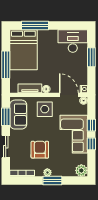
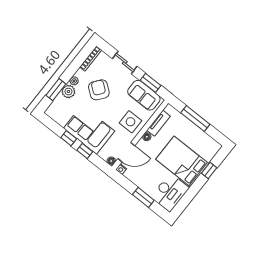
window: (35, 25) -> (209, 170), width x0.46
bed: (23, 50) -> (182, 161), moved
armchair: (40, 150) -> (99, 90), turned -142
plant: (81, 170) -> (68, 91), moved
window: (52, 180) -> (56, 90), moved

